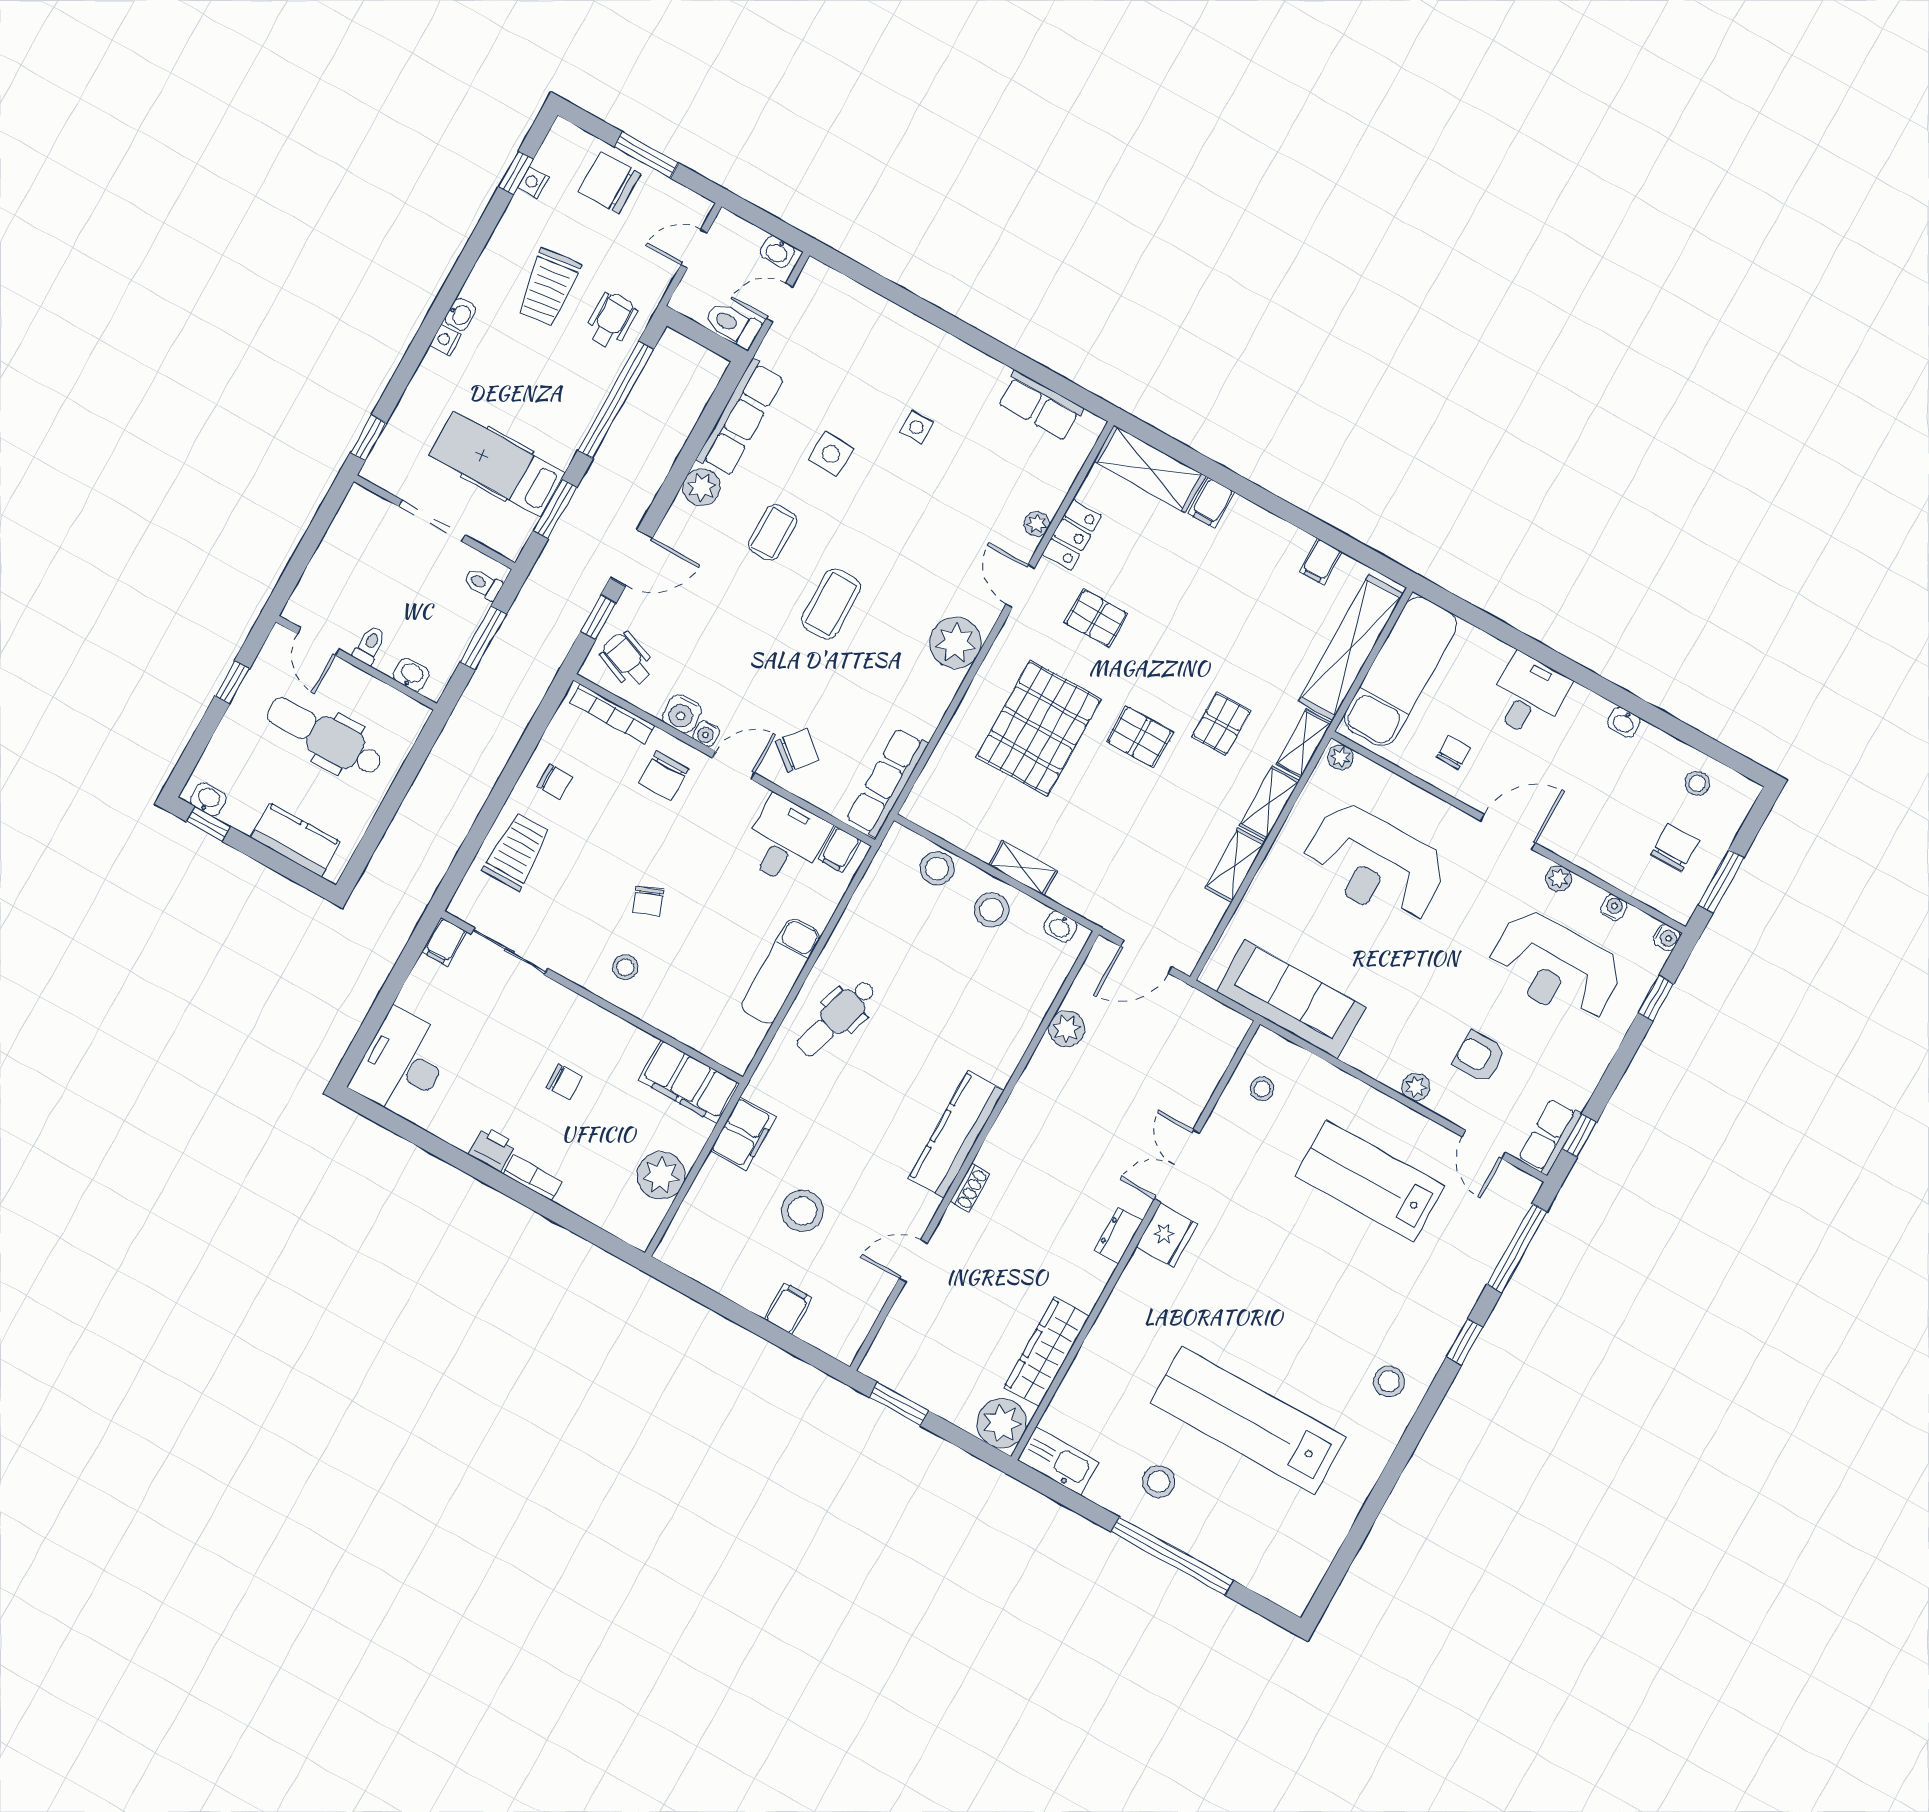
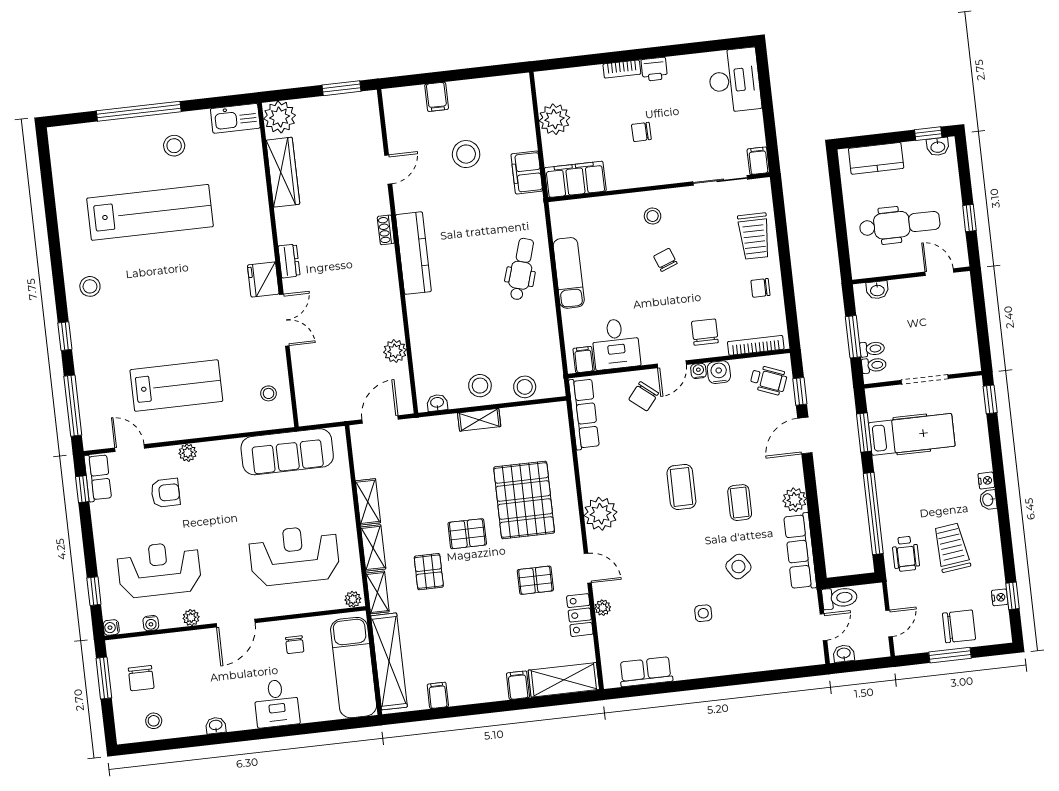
side table: (831, 454) -> (738, 567), turned -36
toilet: (369, 645) -> (872, 349), moved, turned -90

